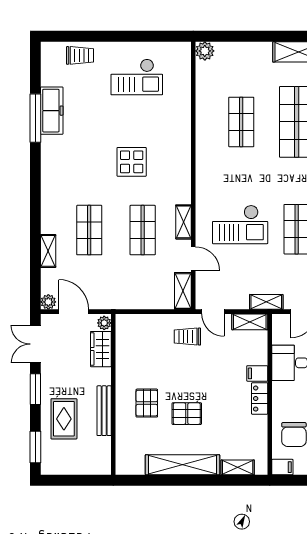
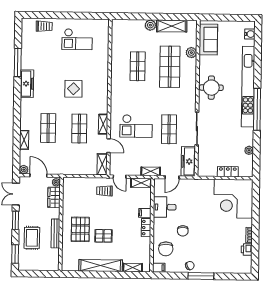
plant: (205, 51) -> (150, 25), moved
freezer: (52, 111) -> (27, 84), moved
pallet: (147, 403) -> (80, 229), width x1.50, depth x1.42

